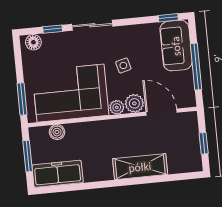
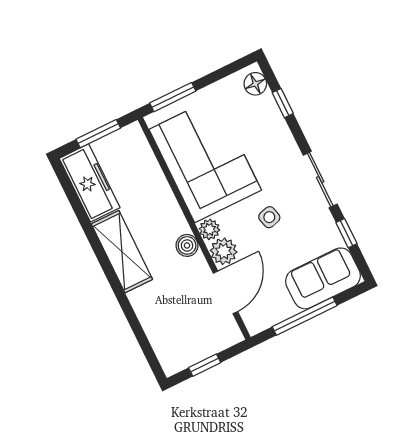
window: (168, 18) -> (346, 233), moved
sliding door: (92, 25) -> (320, 180), moved
boiler: (57, 132) -> (187, 245), moved
shelving: (140, 167) -> (122, 252), moved

